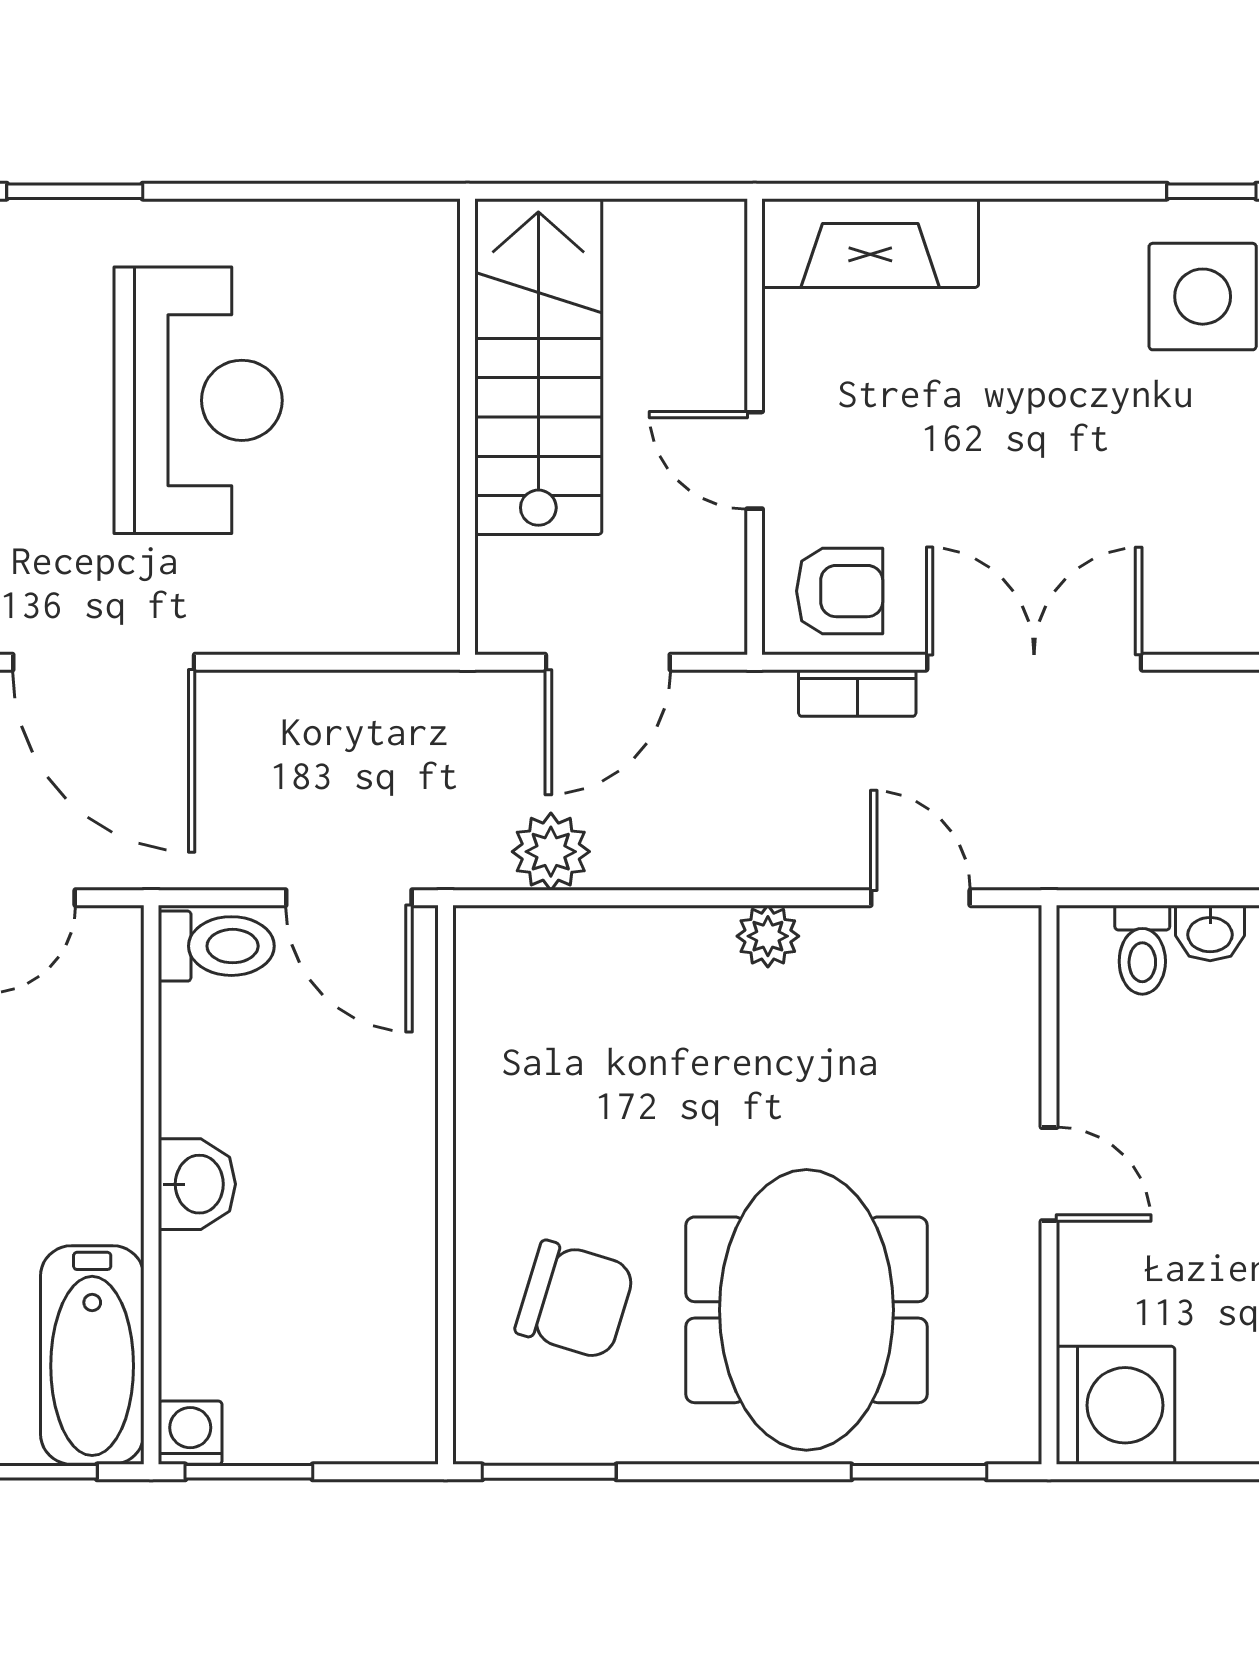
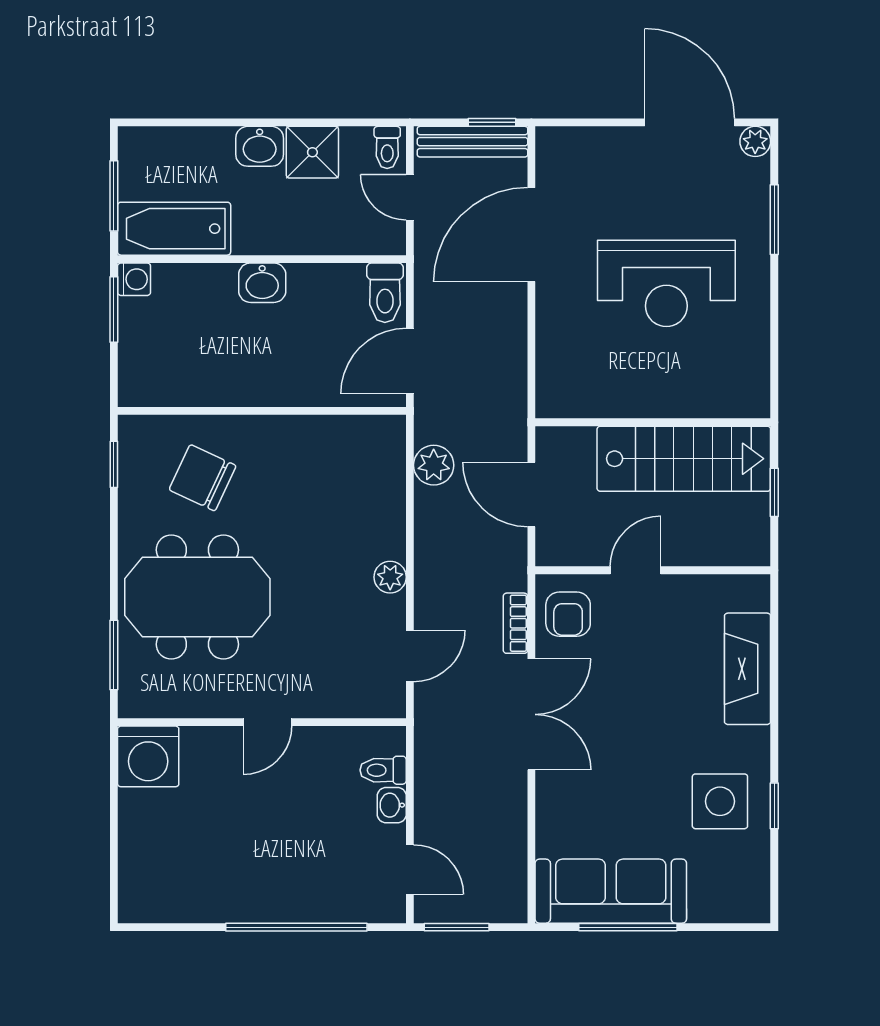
window: (603, 191) -> (774, 492), added
fireplace: (870, 243) -> (748, 669), moved
chair: (575, 1300) -> (202, 478), turned 98
window: (549, 1472) -> (114, 464), width x0.67

